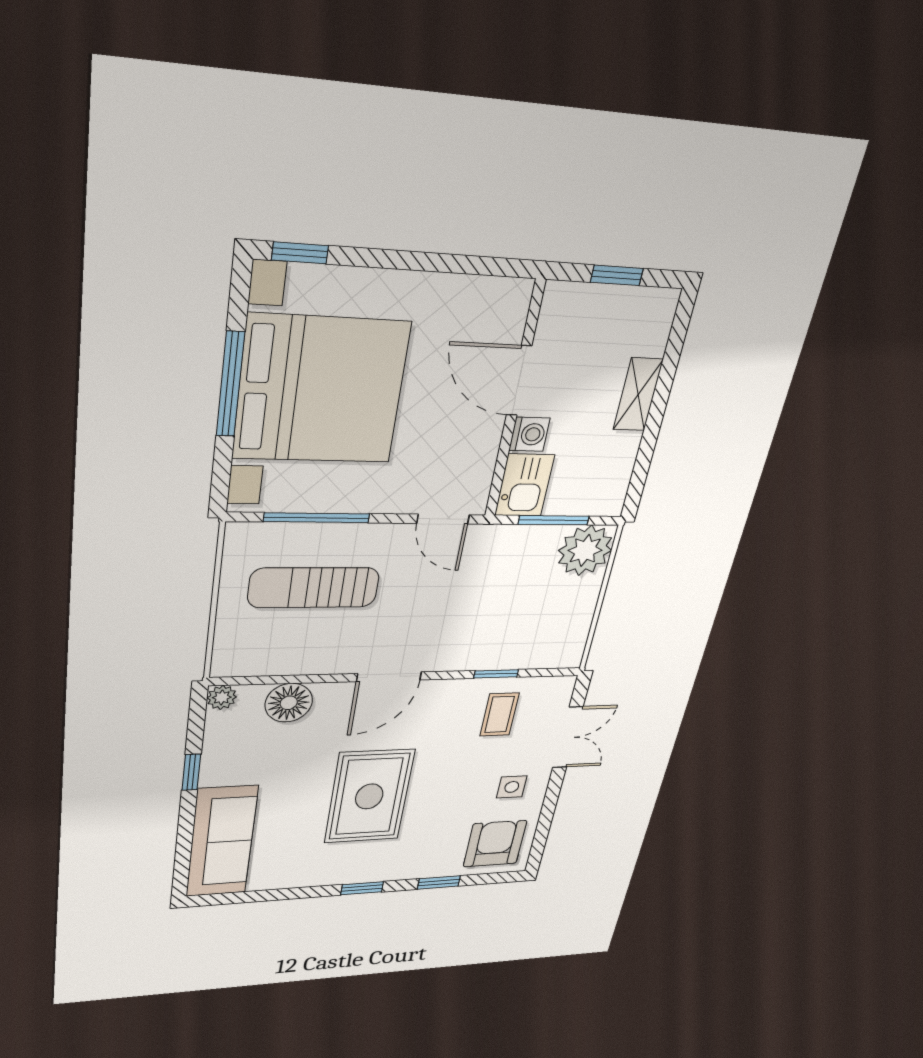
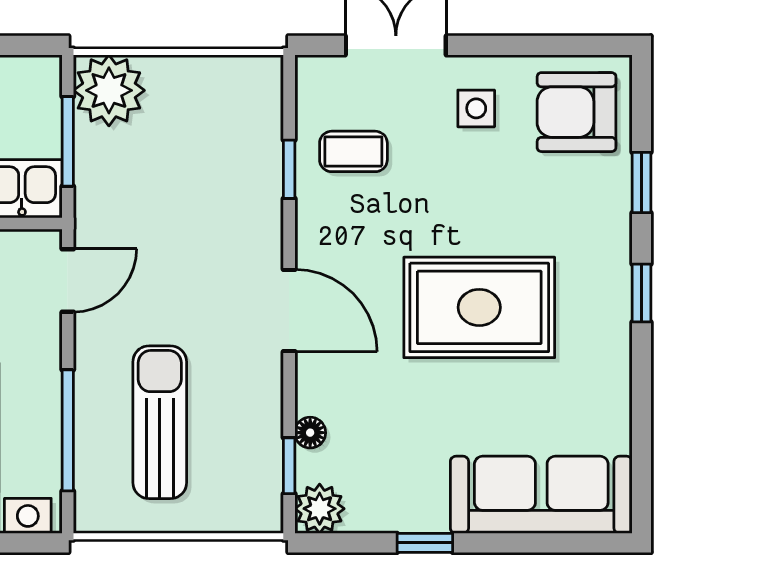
sun lounger: (314, 588) -> (160, 422), turned 180
window: (265, 680) -> (289, 466), added
plant: (222, 697) -> (320, 509), width x1.38, depth x1.38
floor lamp: (289, 703) -> (310, 433), width x0.53, depth x0.53

